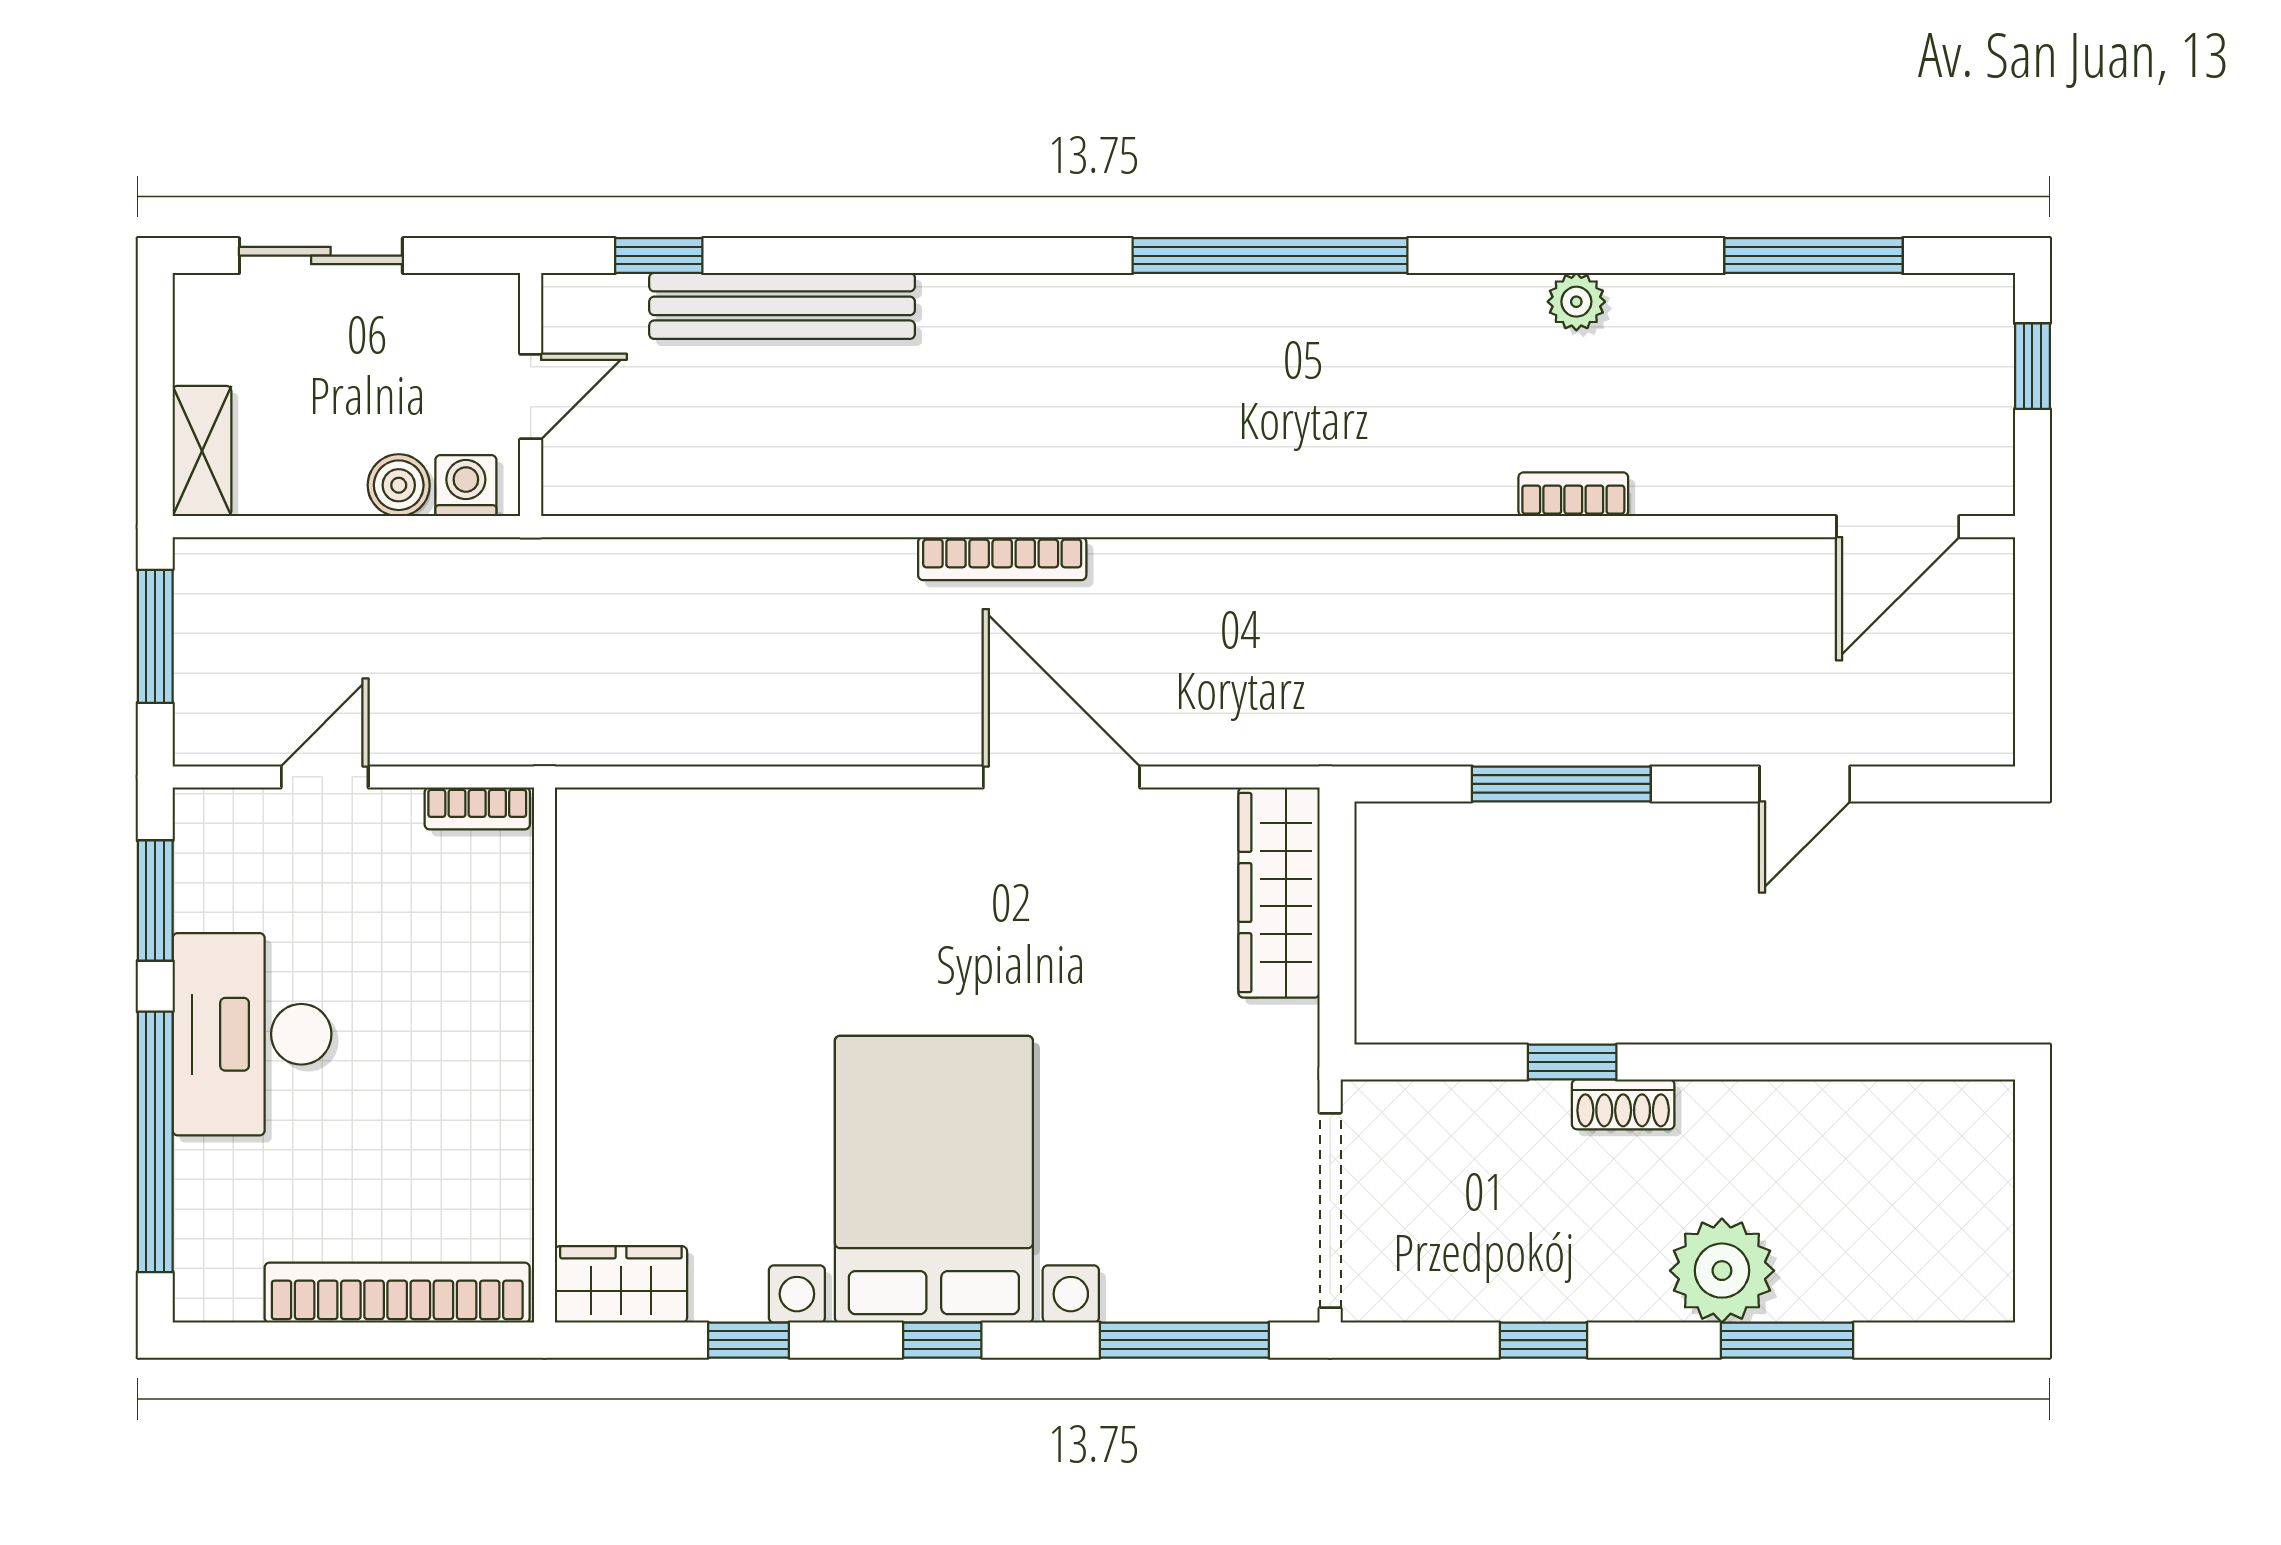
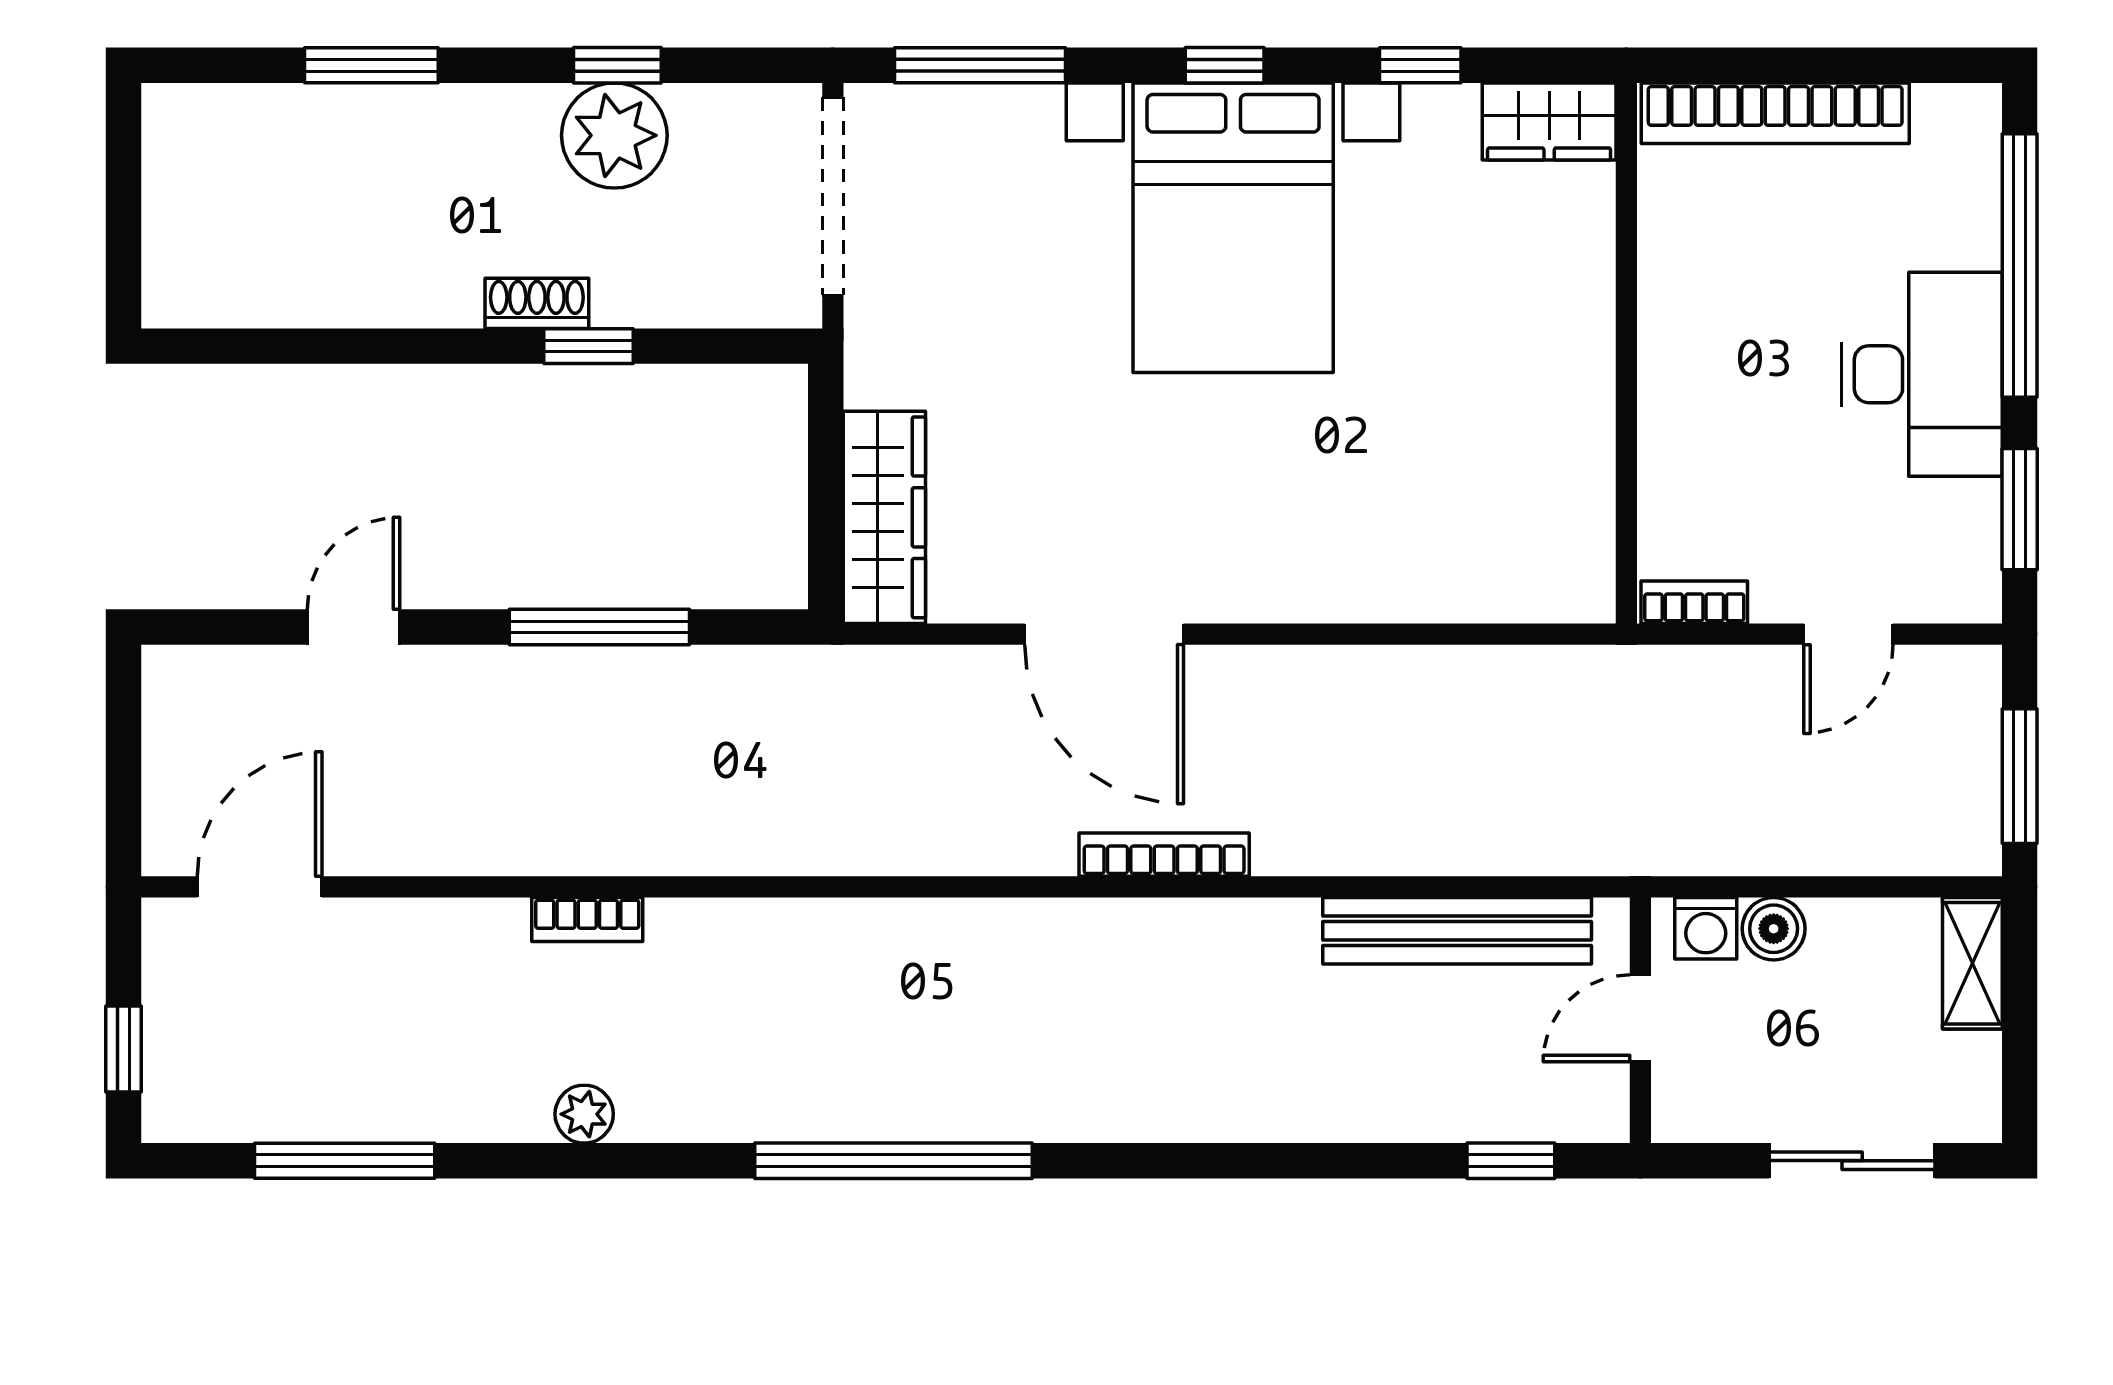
bench: (782, 306) -> (1457, 931), moved
plant: (1722, 1271) -> (614, 135), moved

